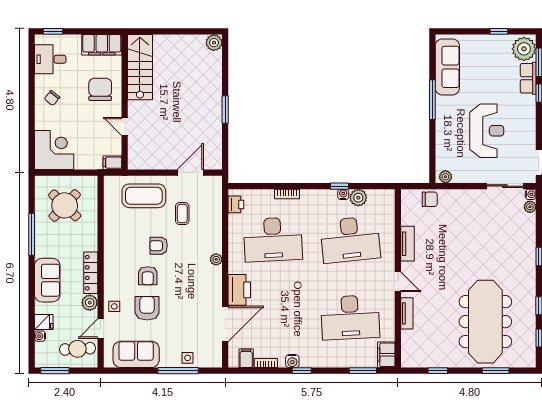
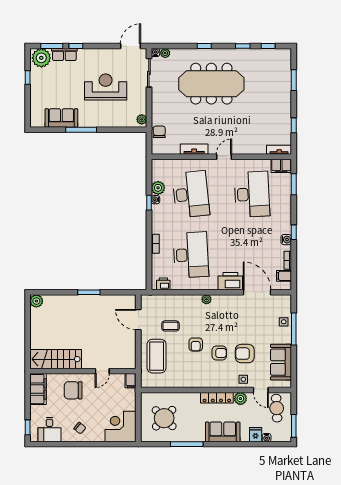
sofa: (447, 67) -> (61, 118), width x0.73
tv unit: (407, 313) -> (279, 150), moved
meeting table: (485, 322) -> (211, 84), moved

